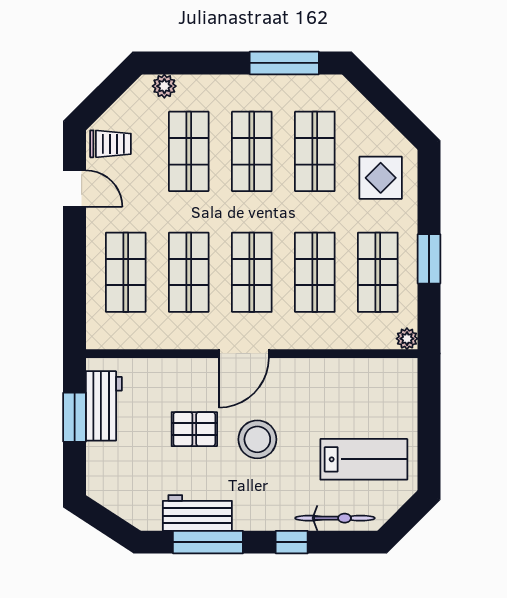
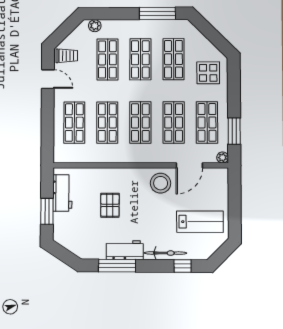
window: (429, 259) -> (234, 131), moved
door: (244, 354) -> (189, 165), moved
window: (75, 417) -> (47, 211), moved
pallet: (194, 429) -> (110, 205), turned 90
stool: (257, 439) -> (161, 183), moved
workbench: (197, 513) -> (125, 250), moved
bicycle: (335, 518) -> (166, 253), moved
window: (292, 542) -> (183, 266), moved

